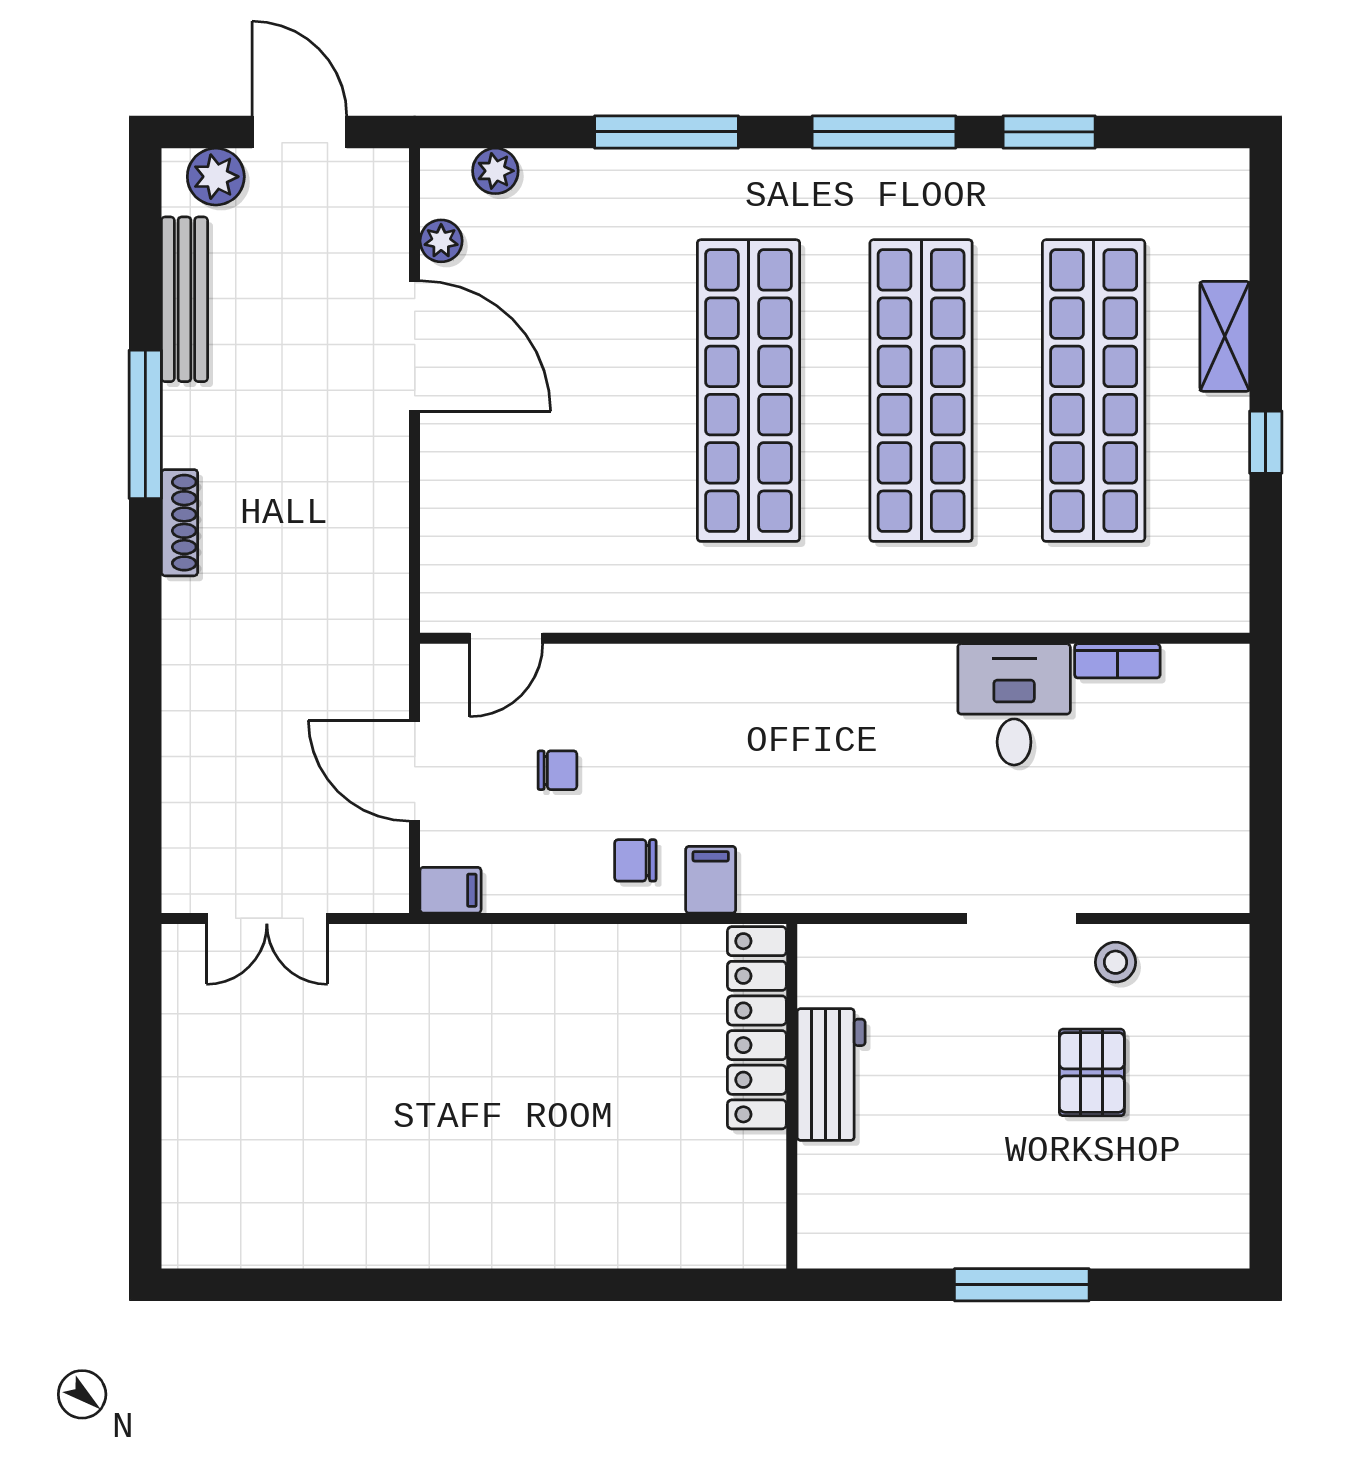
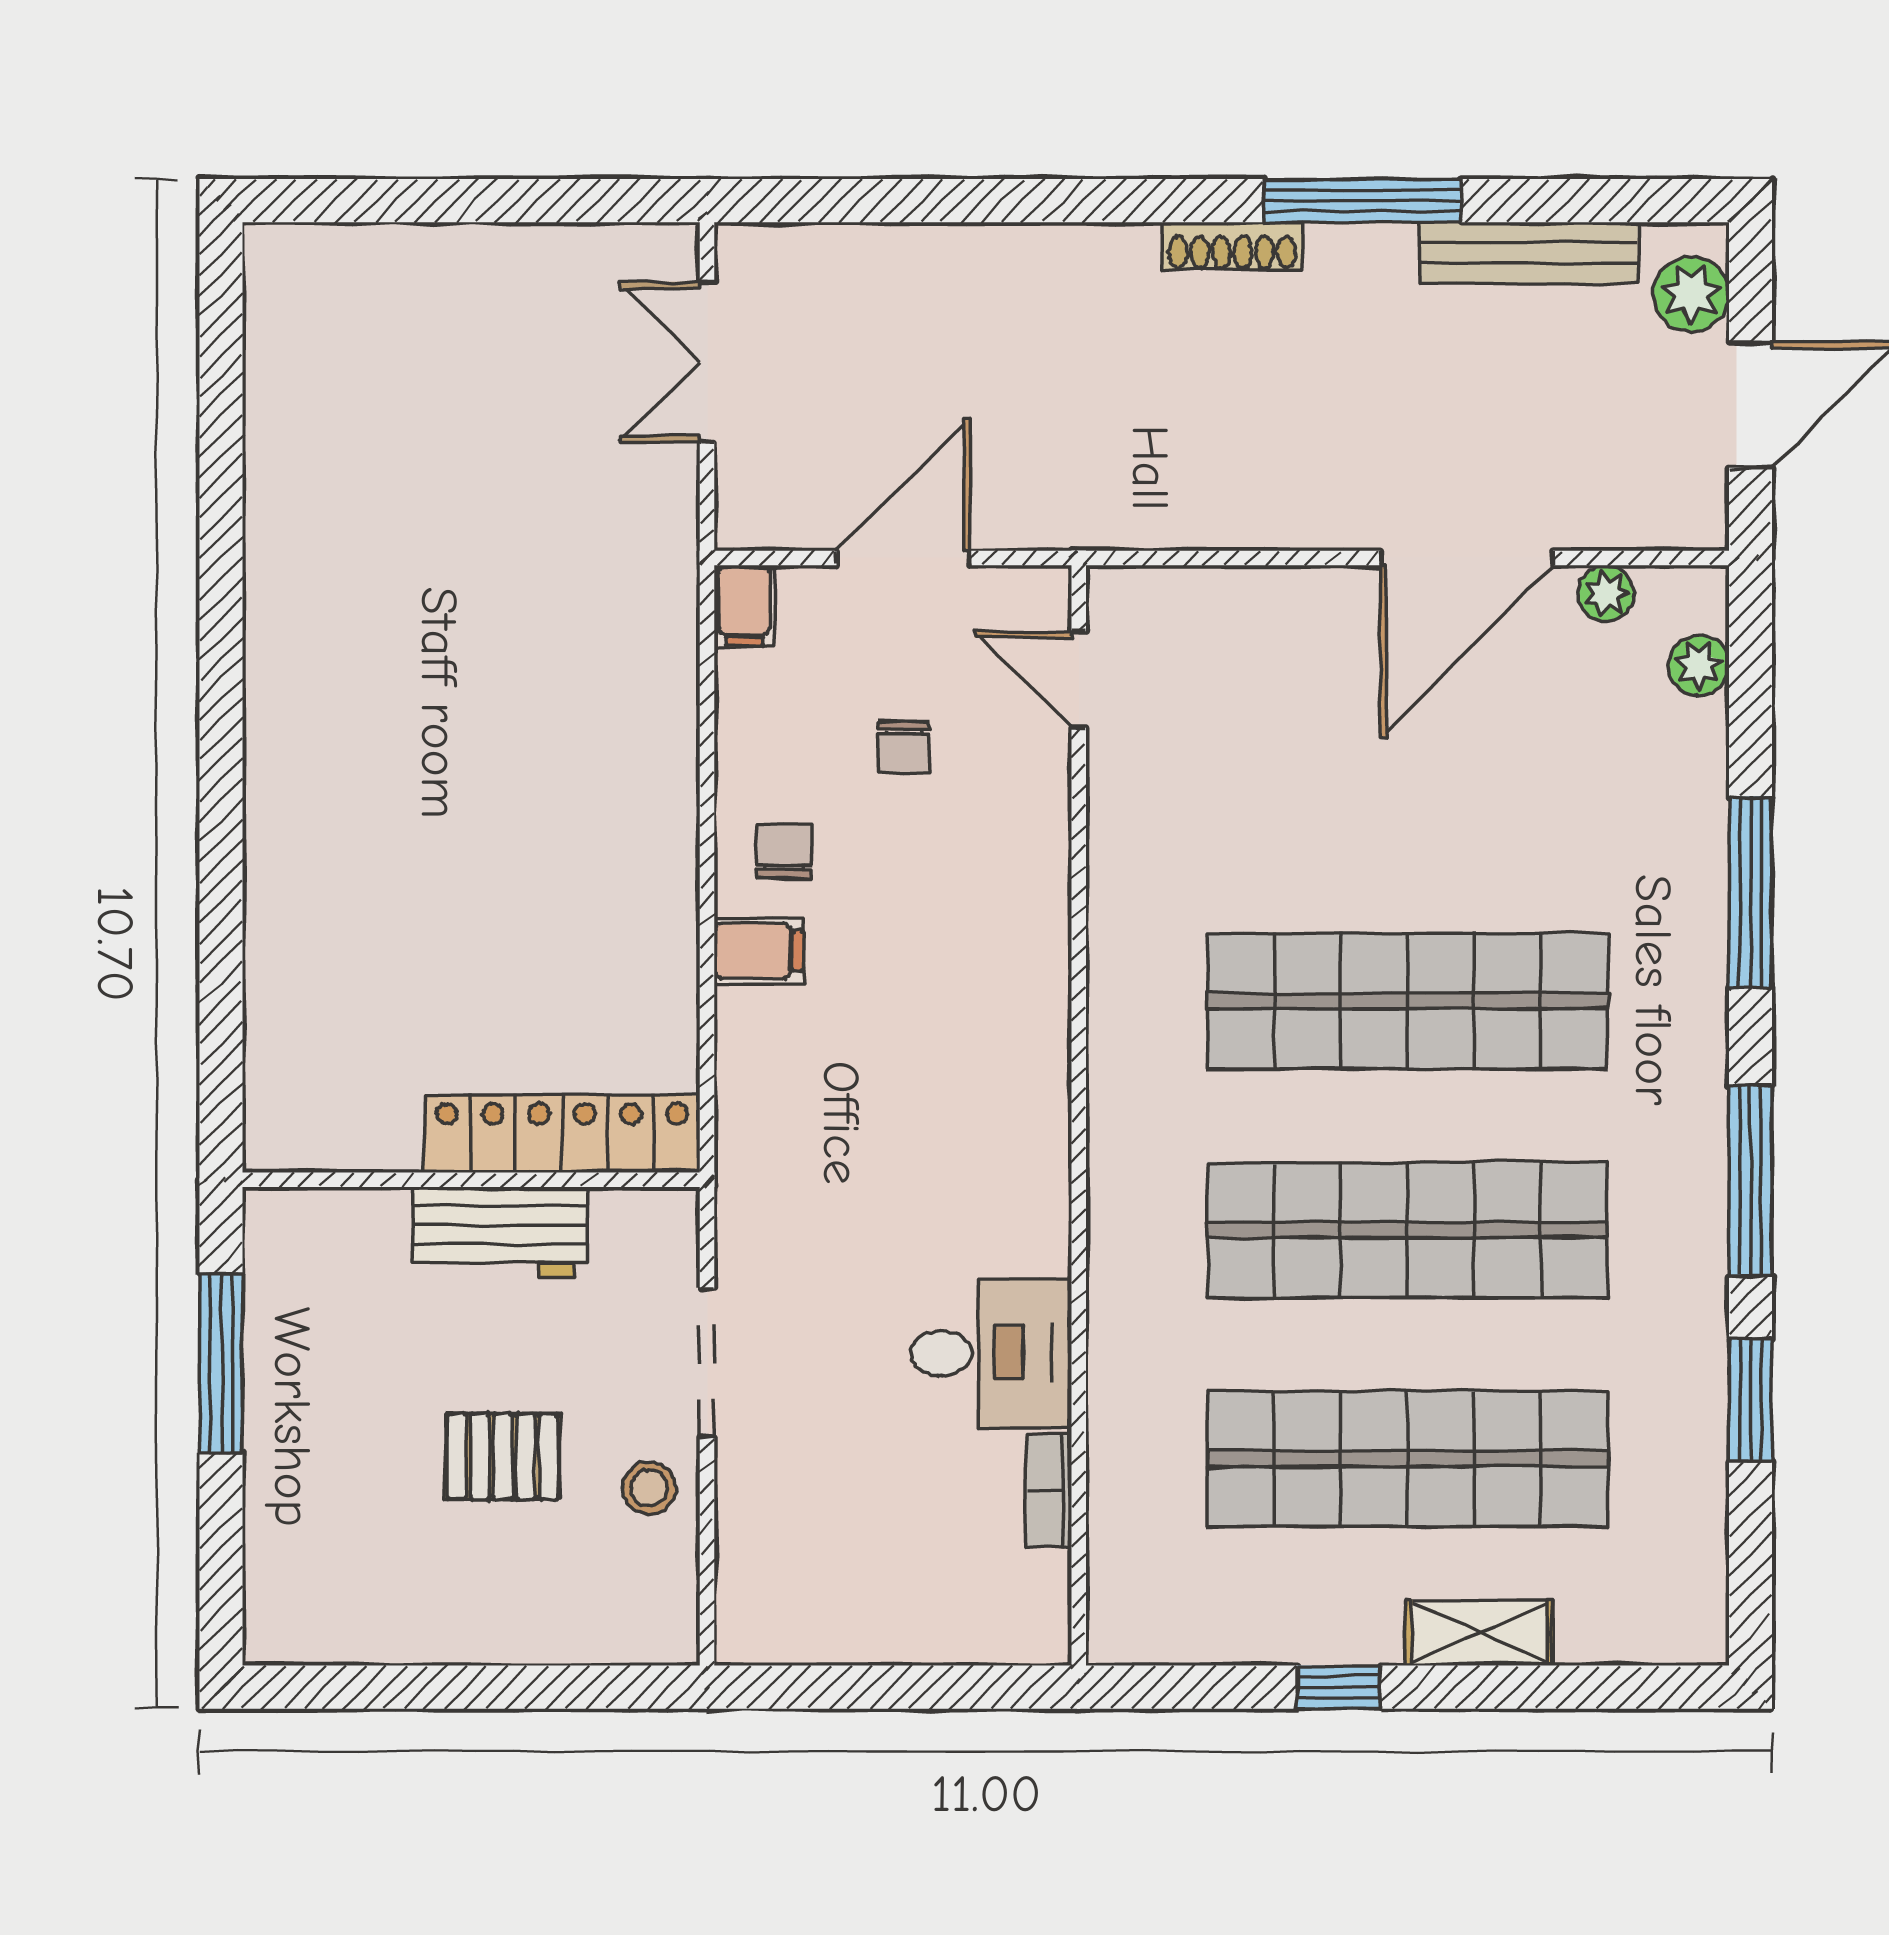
locker: (757, 1028) -> (562, 1134), moved
workbench: (831, 1074) -> (500, 1232), moved
wall: (792, 1096) -> (471, 1180), moved

